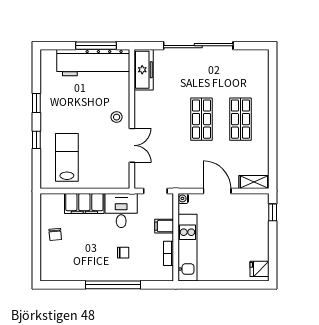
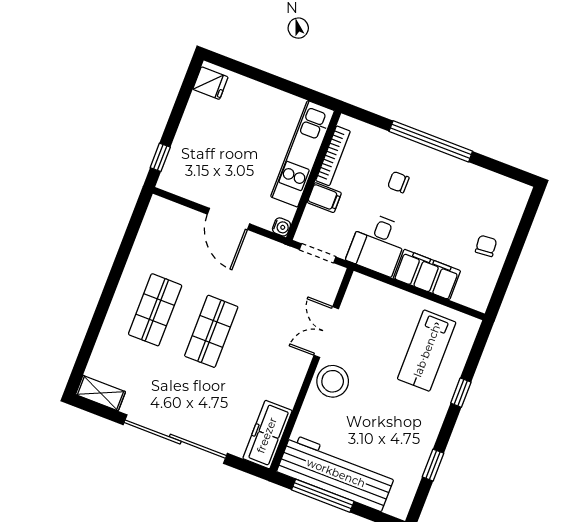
window: (36, 103) -> (433, 465), moved
stool: (117, 117) -> (333, 381), width x1.89, depth x1.89
shelving: (254, 182) -> (101, 393), moved
bookcase: (169, 253) -> (333, 156), width x1.56

